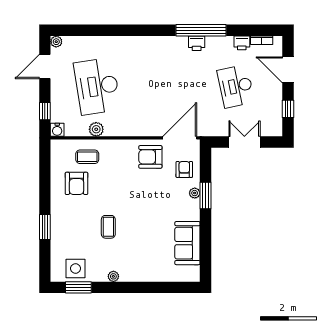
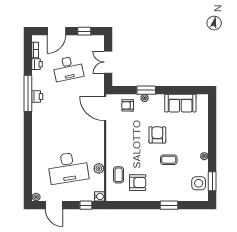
armchair: (150, 157) -> (157, 135), moved, turned 180

